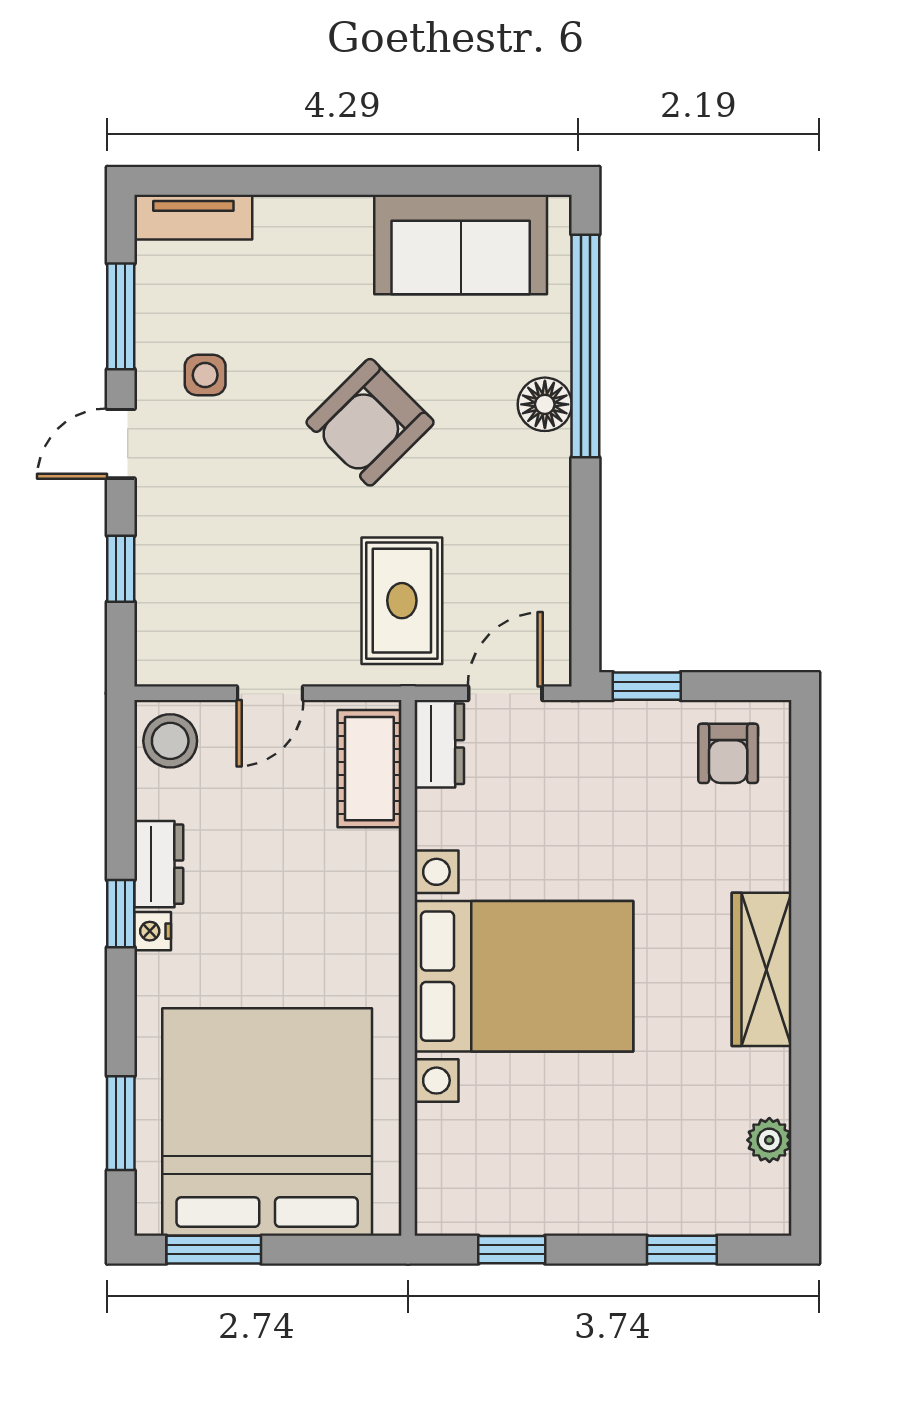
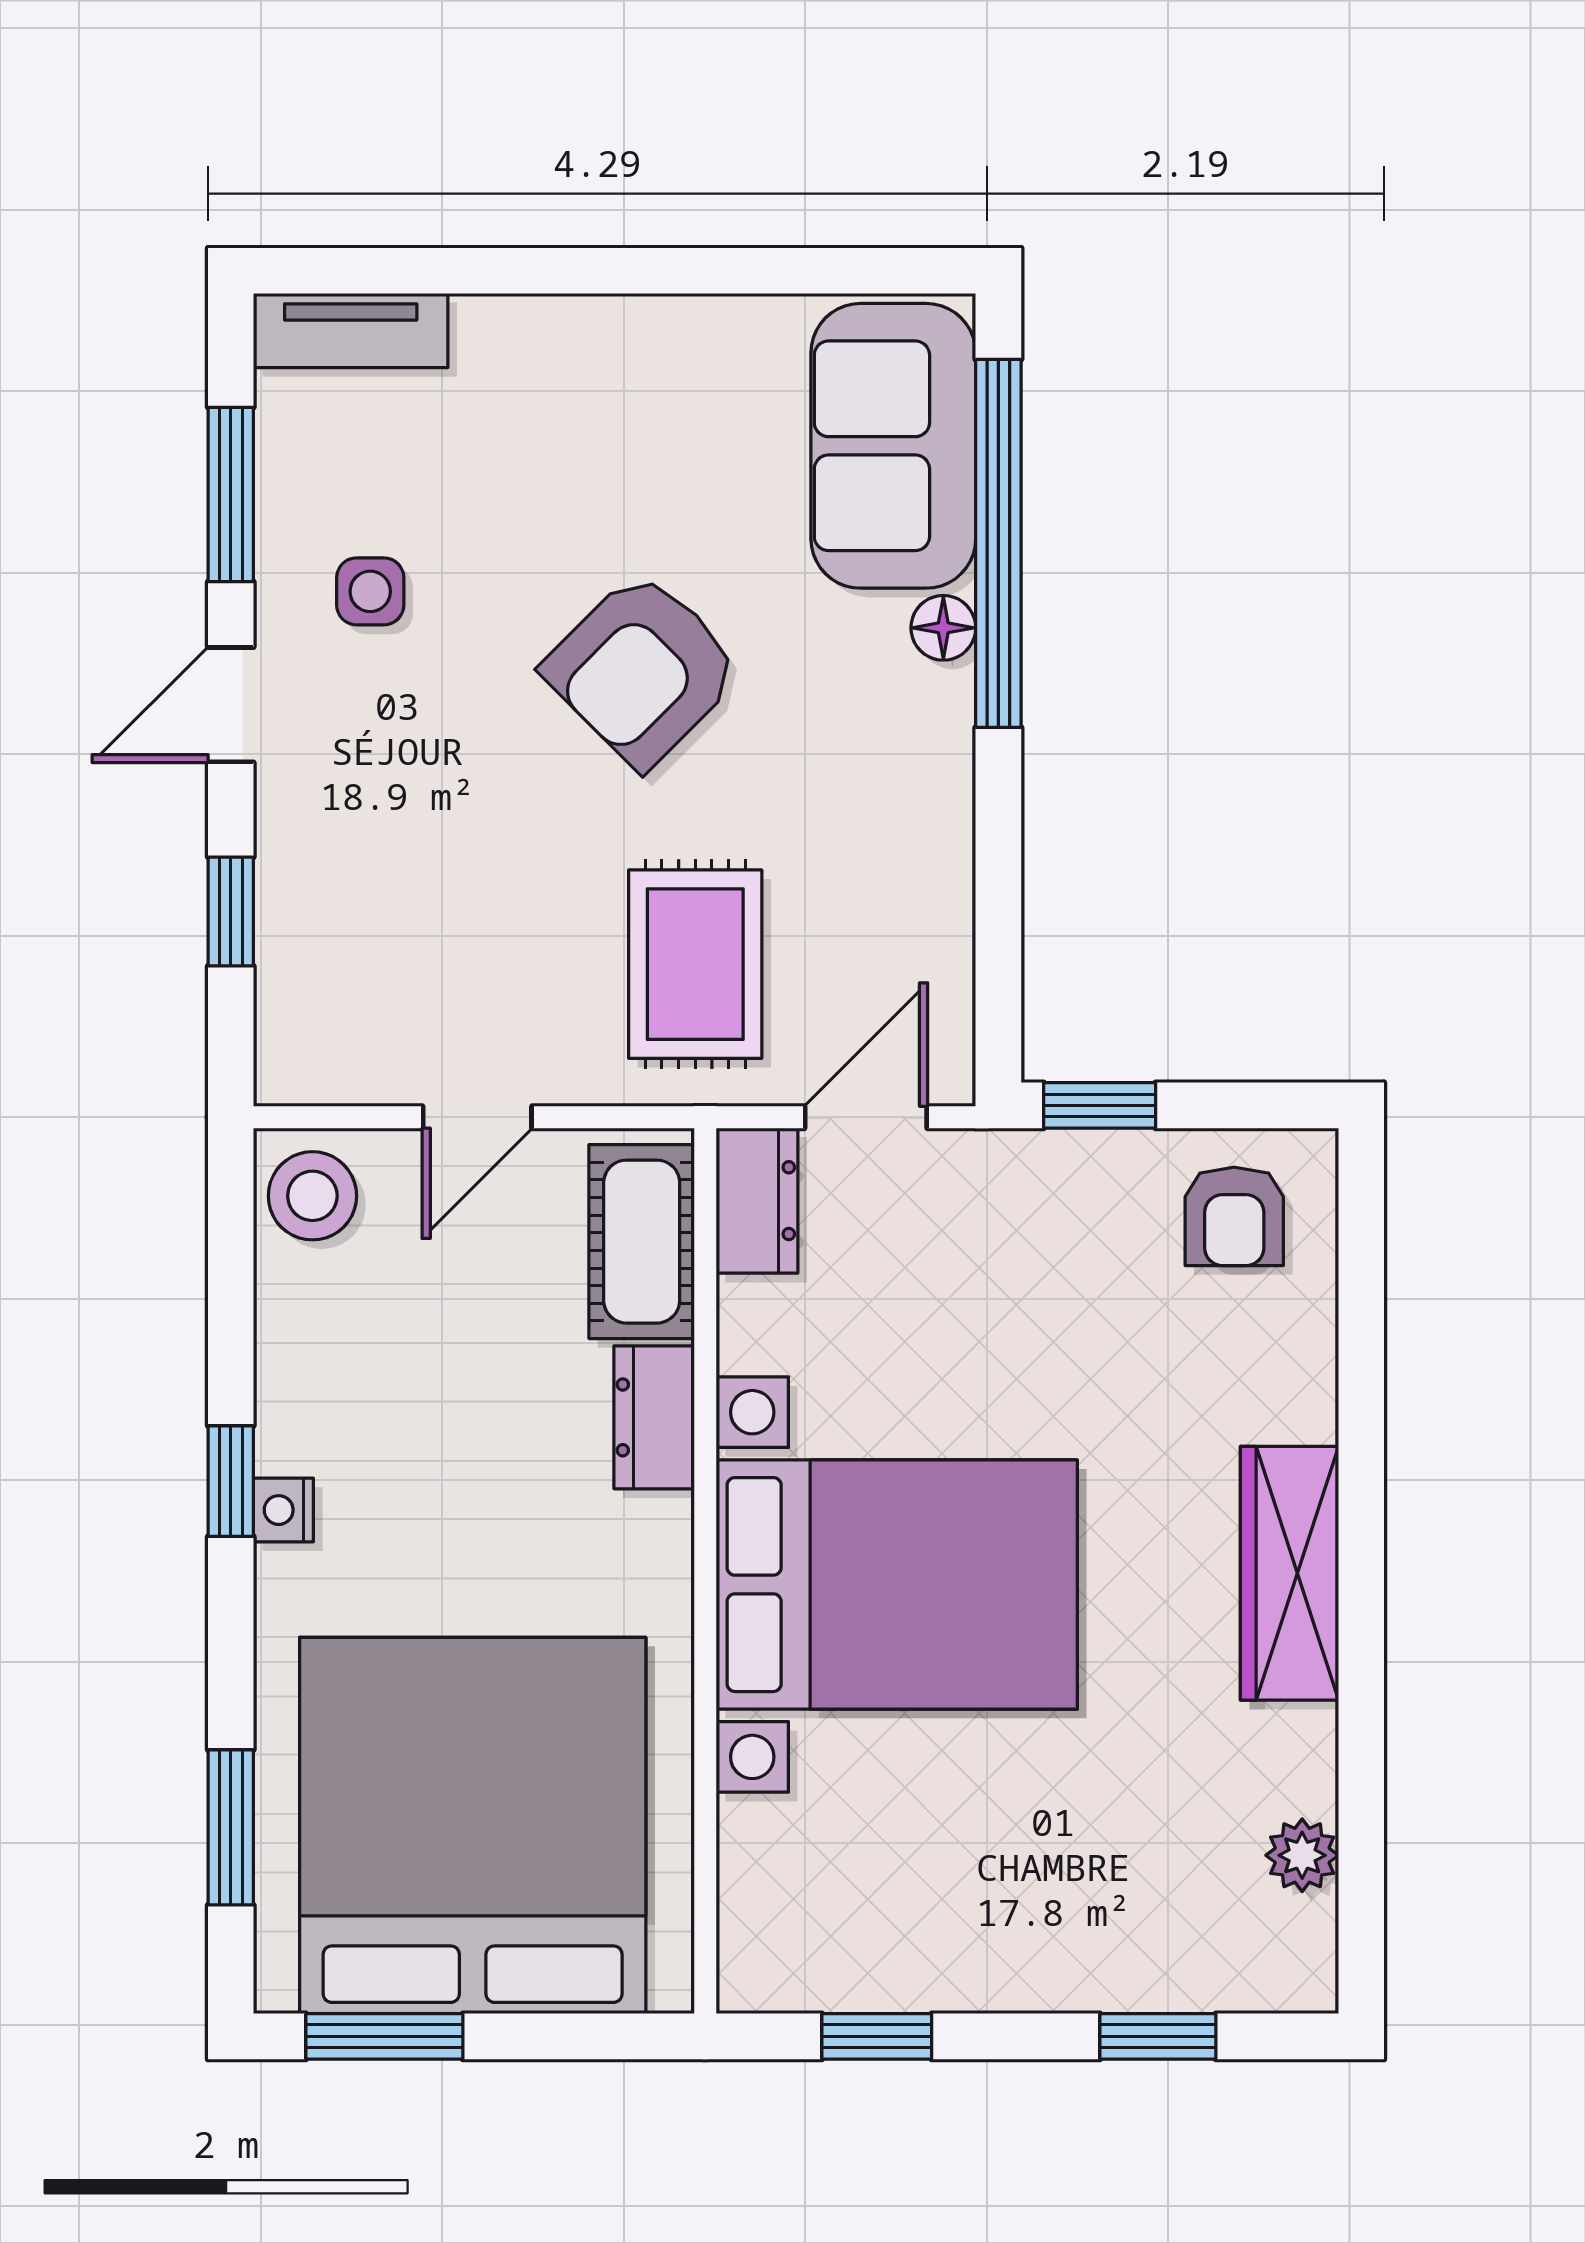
sofa: (461, 244) -> (893, 446), moved, turned 90
floor lamp: (545, 404) -> (943, 628), width x0.73, depth x0.73
dresser: (159, 864) -> (654, 1417), moved, turned 180

